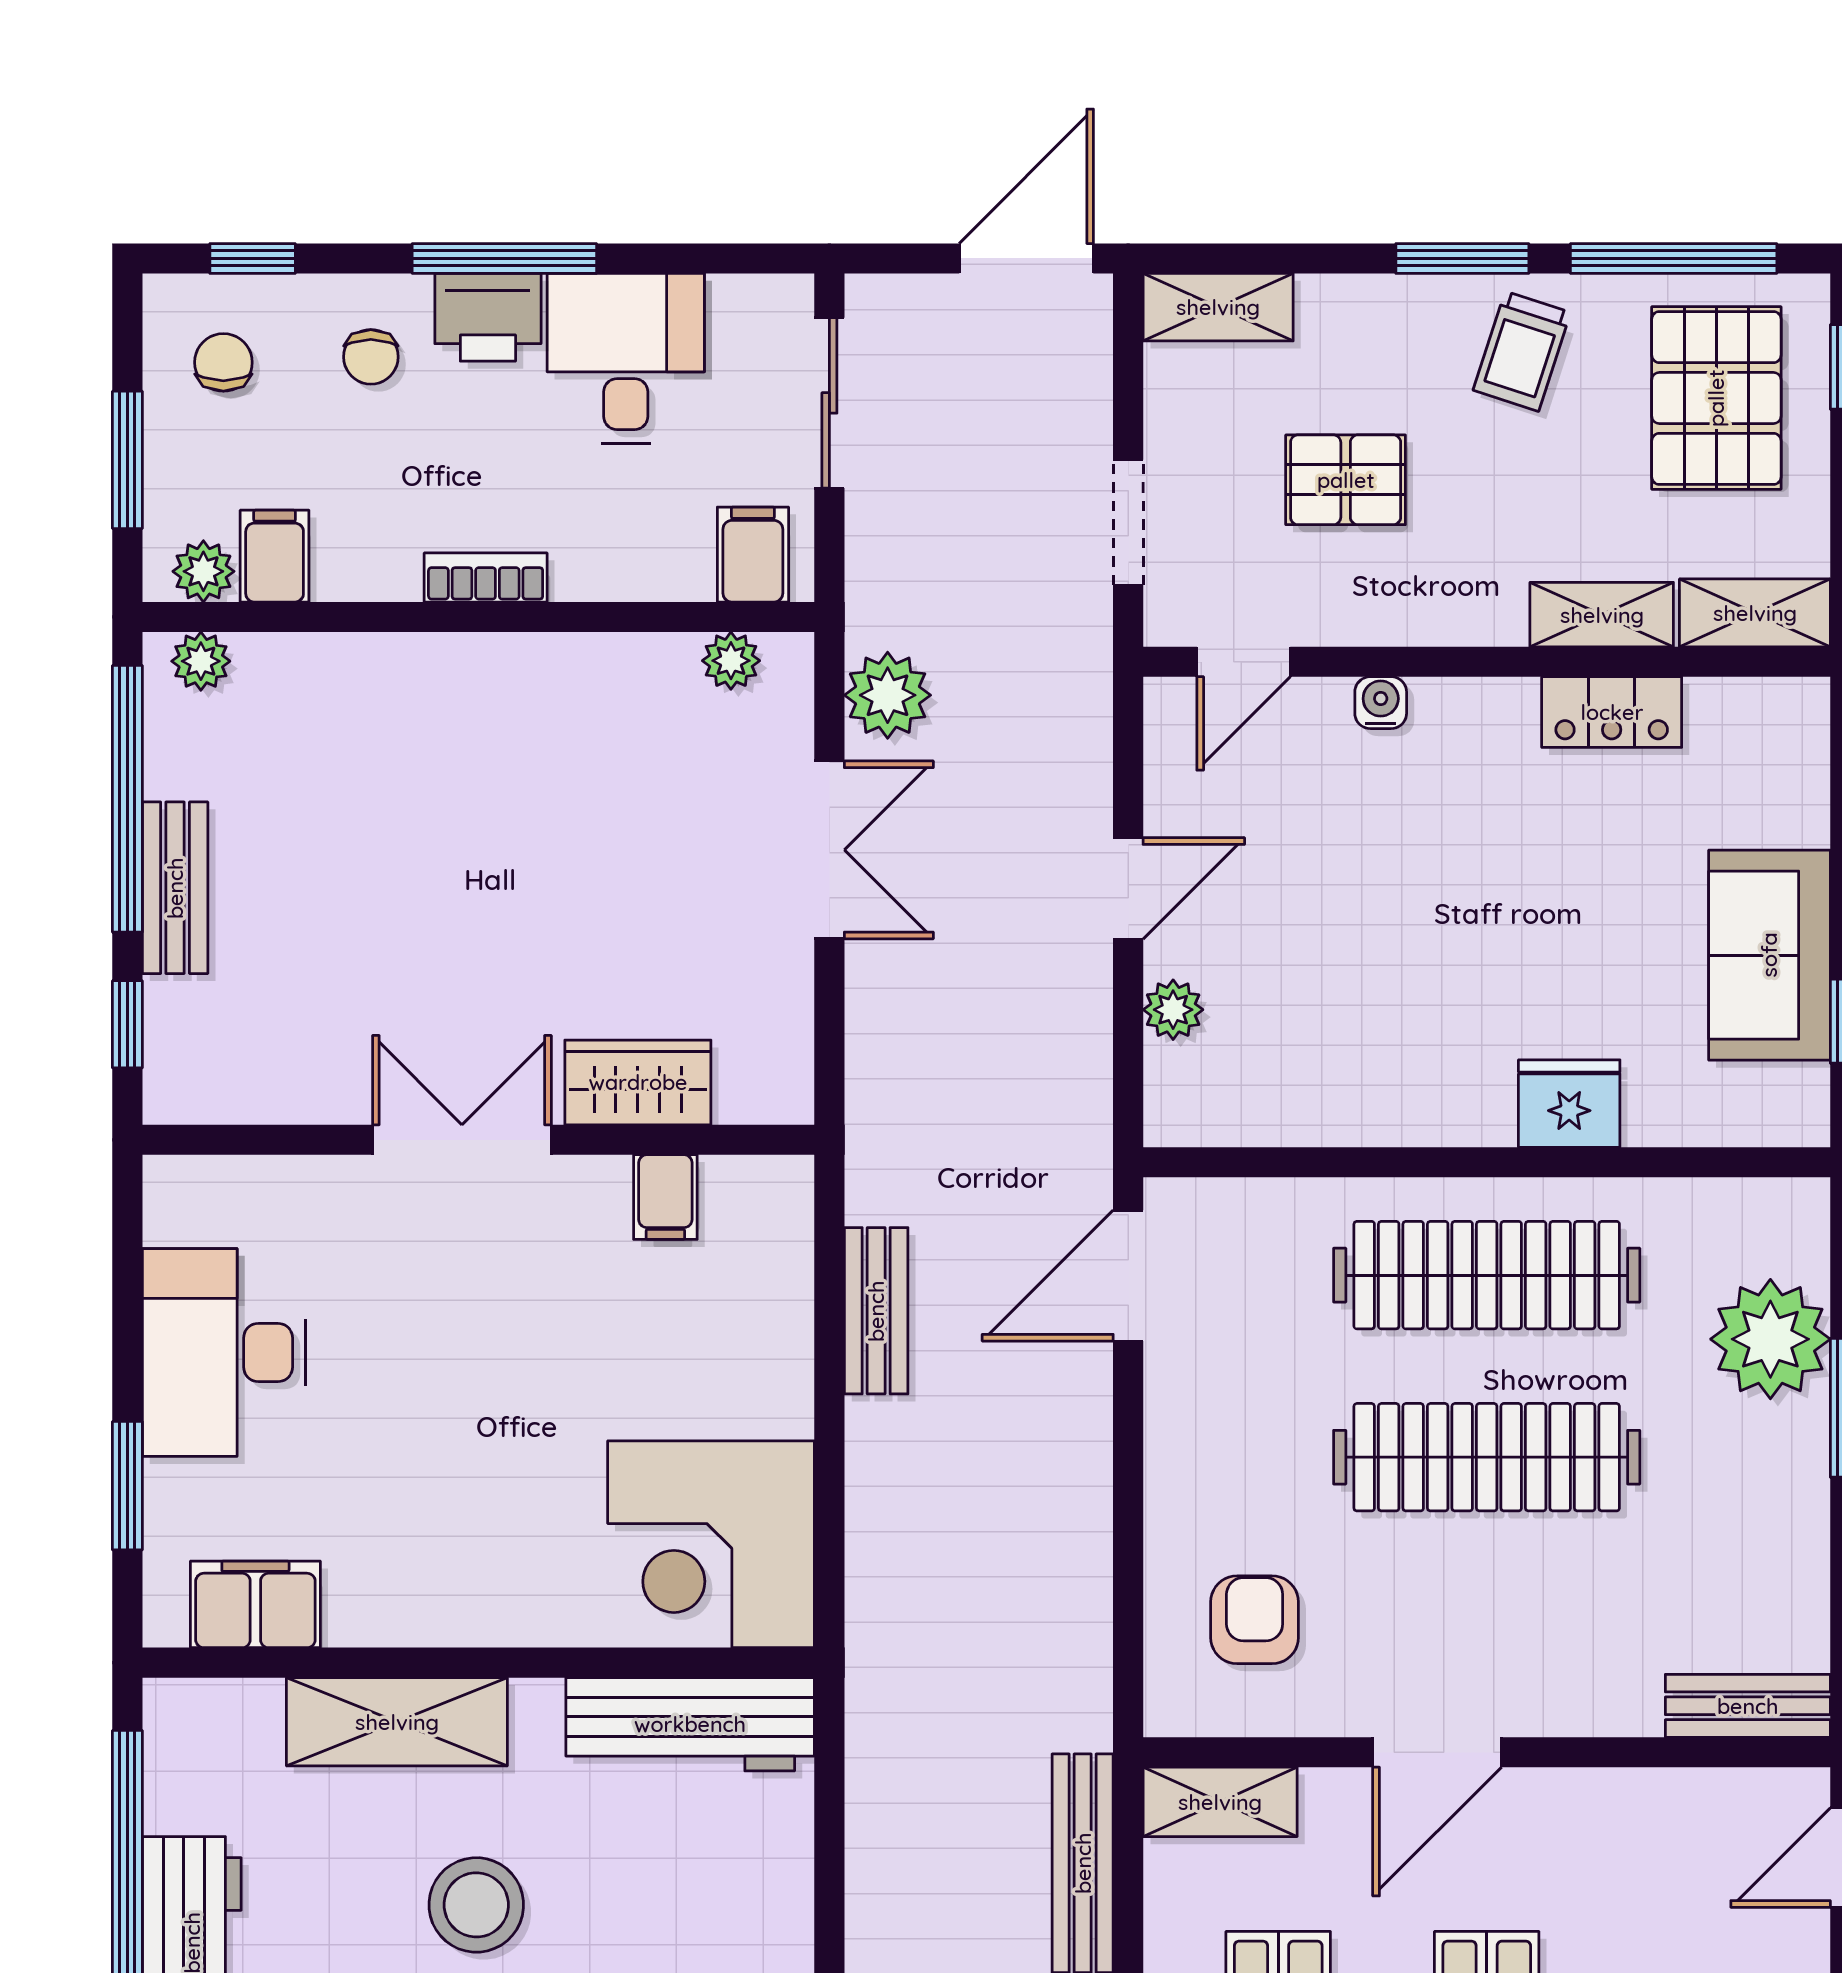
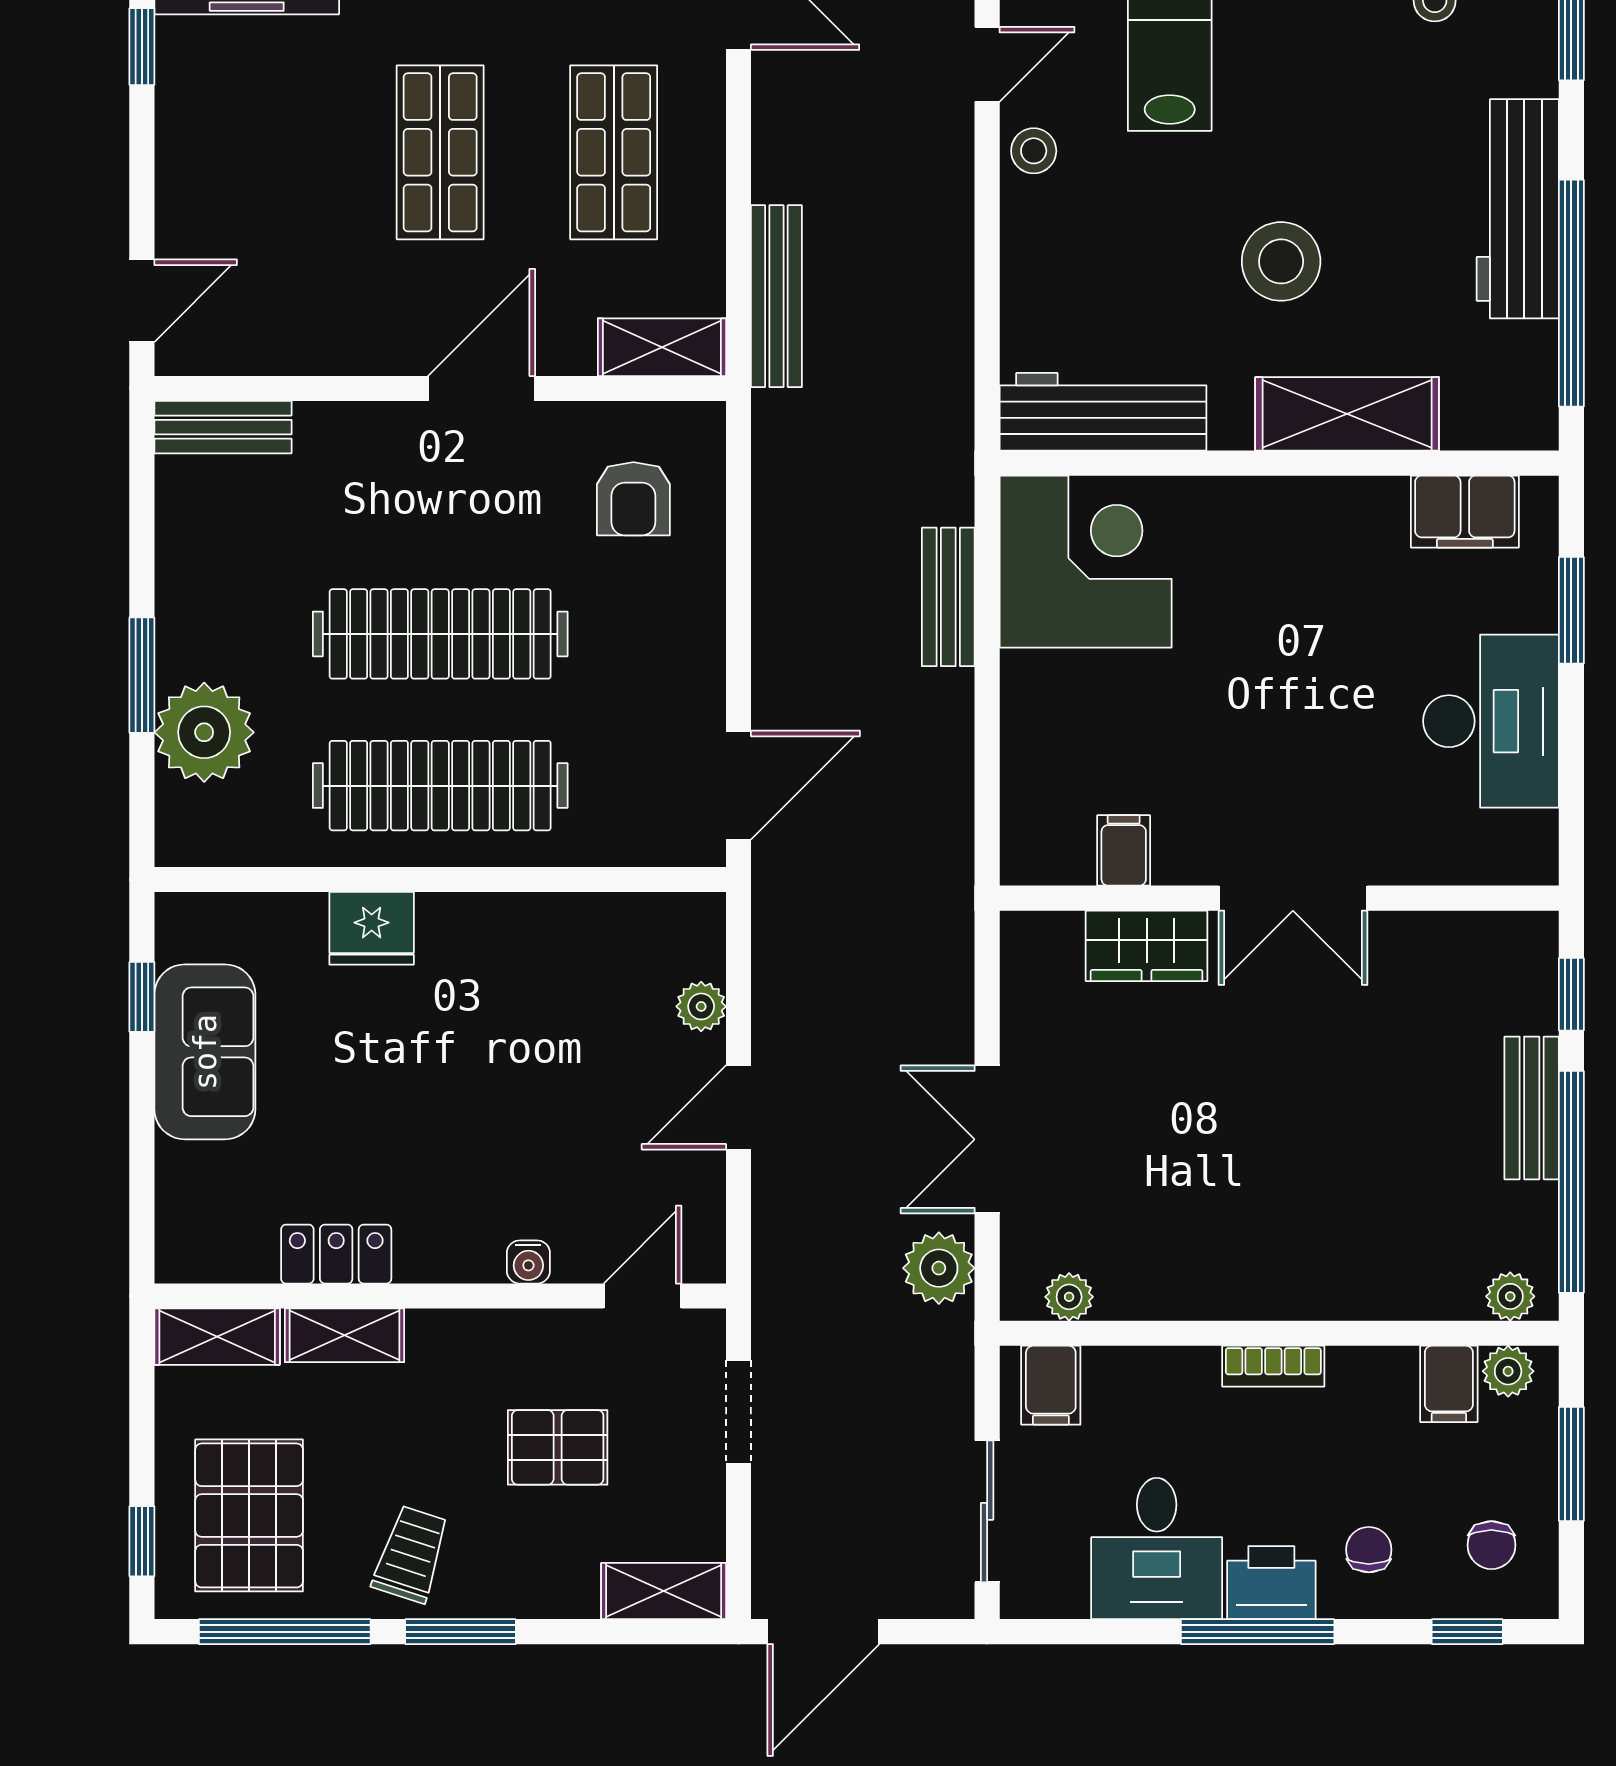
bench: (876, 1311) -> (948, 597), moved

